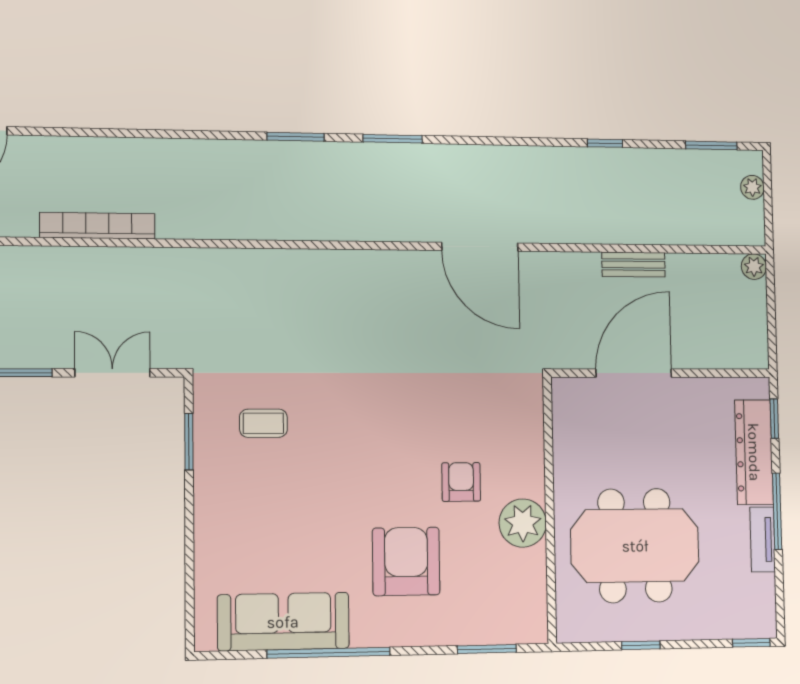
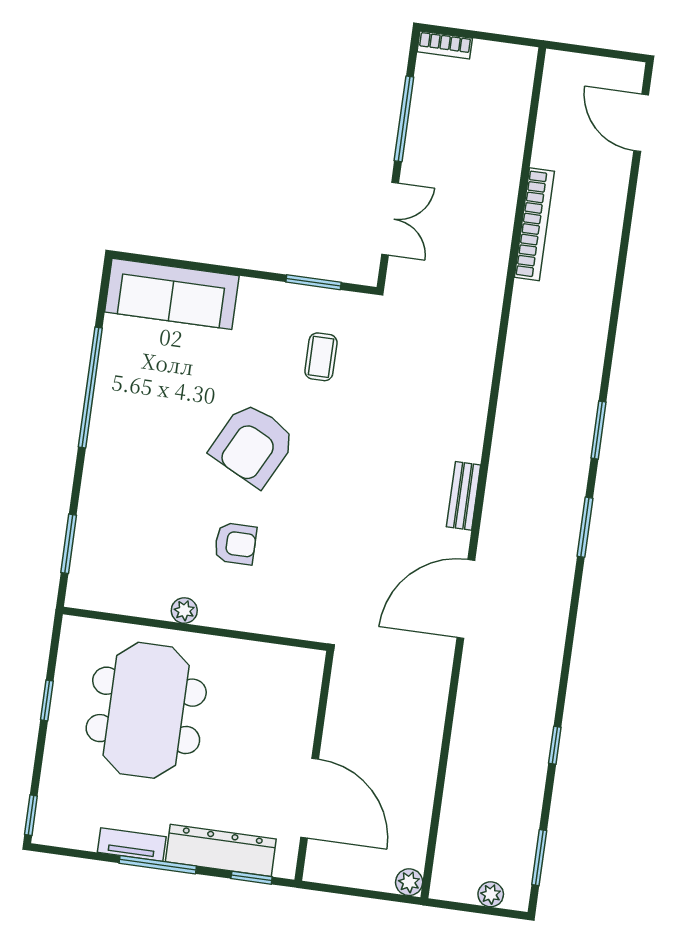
bench: (633, 265) -> (464, 496), moved
door: (634, 373) -> (310, 798), moved
plant: (523, 523) -> (184, 611), width x0.53, depth x0.53
armchair: (406, 561) -> (253, 445), moved, turned 117
sofa: (283, 622) -> (172, 294), moved, turned 90

